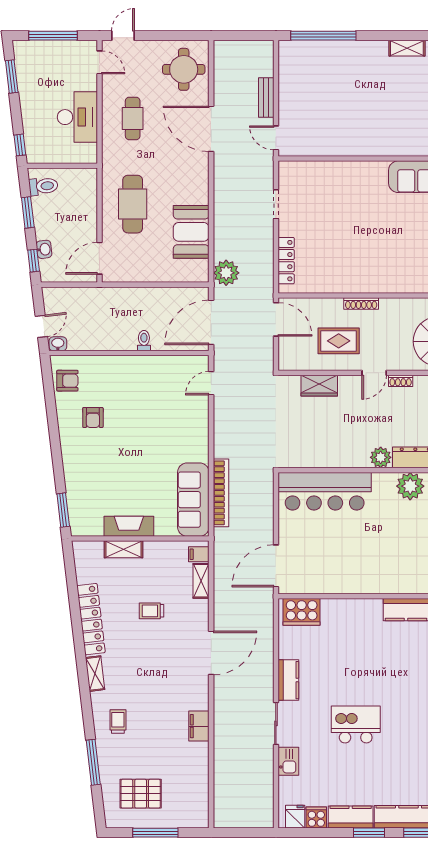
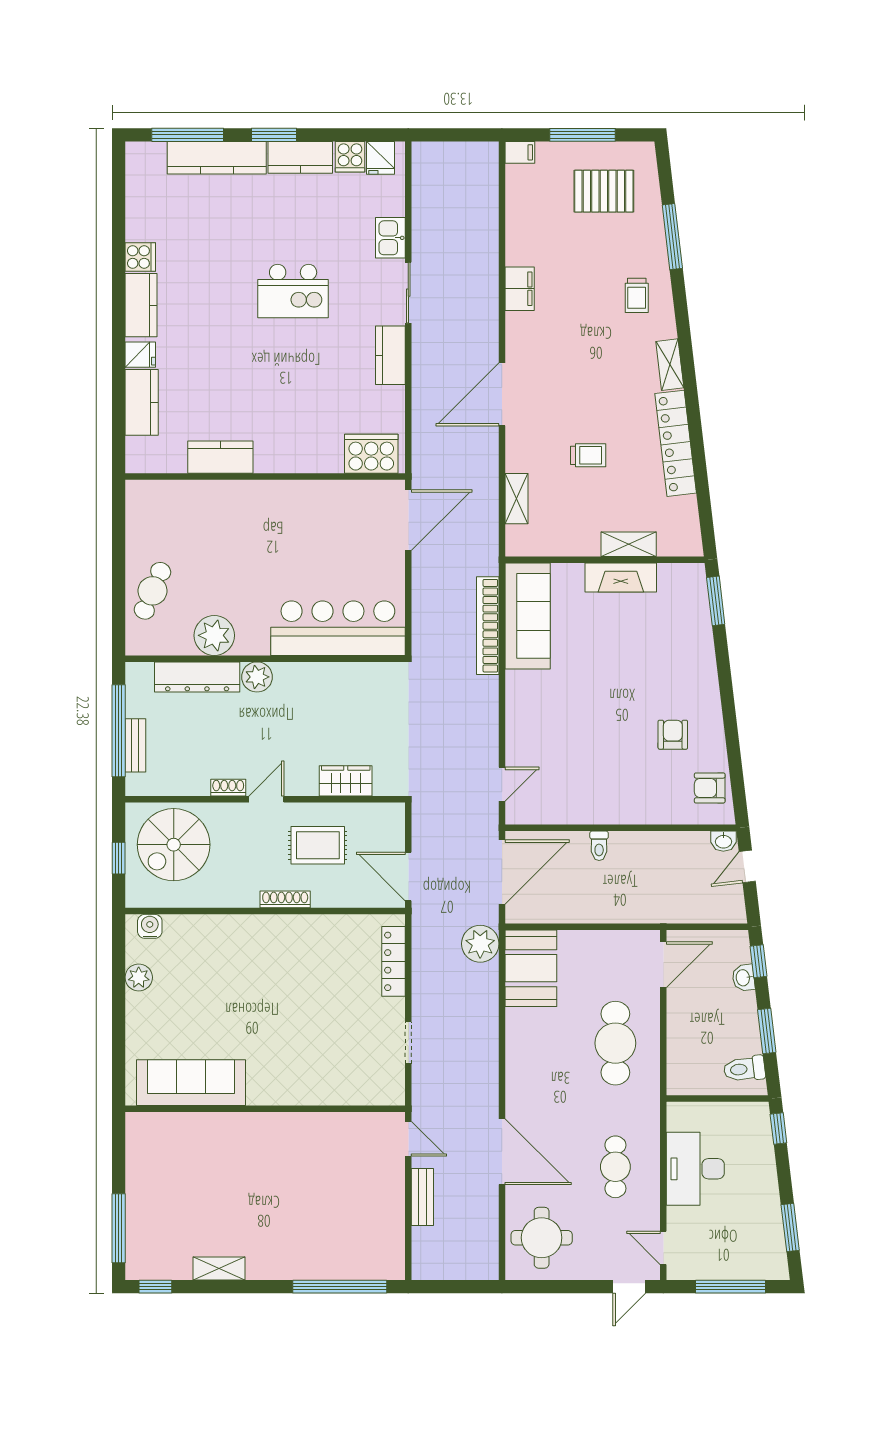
booth: (191, 232) -> (531, 968), moved
filing cabinet: (199, 554) -> (520, 152), moved

